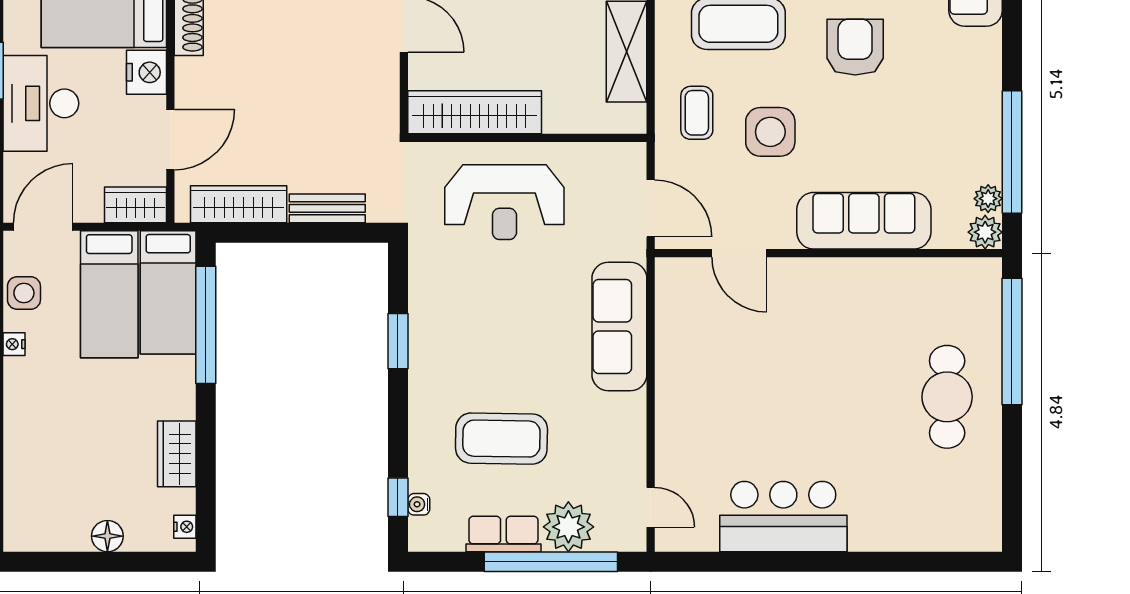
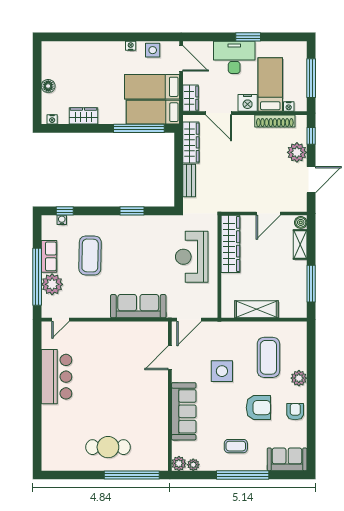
coffee table: (697, 113) -> (236, 446), moved
window: (1012, 152) -> (243, 475), moved

